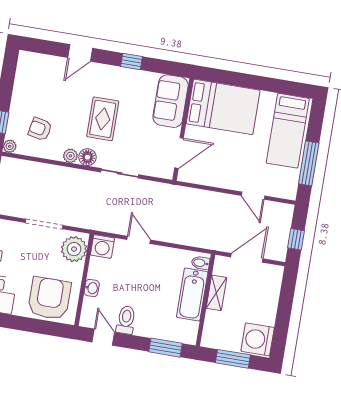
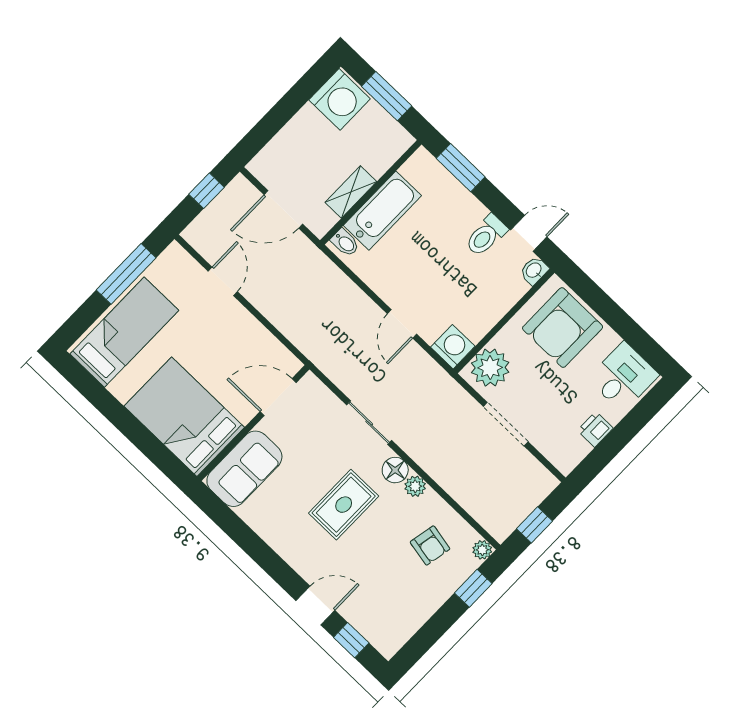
window: (131, 61) -> (351, 640), moved
washbasin: (92, 288) -> (534, 271), moved
door: (103, 337) -> (529, 233), swing flipped

